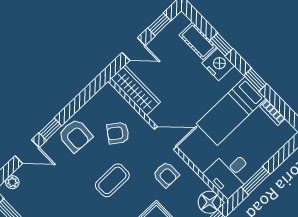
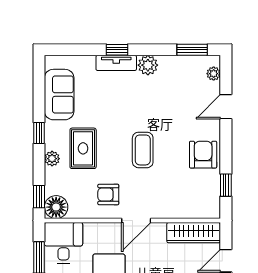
window: (50, 129) -> (226, 185), moved
armchair: (118, 133) -> (174, 188), removed
armchair: (75, 135) -> (203, 155), turned 87

